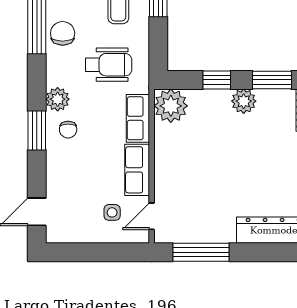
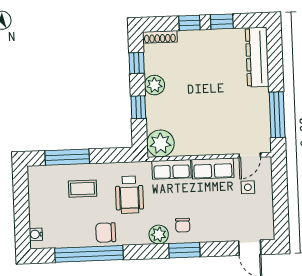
wheelchair: (108, 65) -> (129, 195), turned 180
window: (272, 80) -> (137, 63), width x0.67
chair: (68, 130) -> (183, 225), turned 90
door: (152, 216) -> (250, 155), hinge flipped

